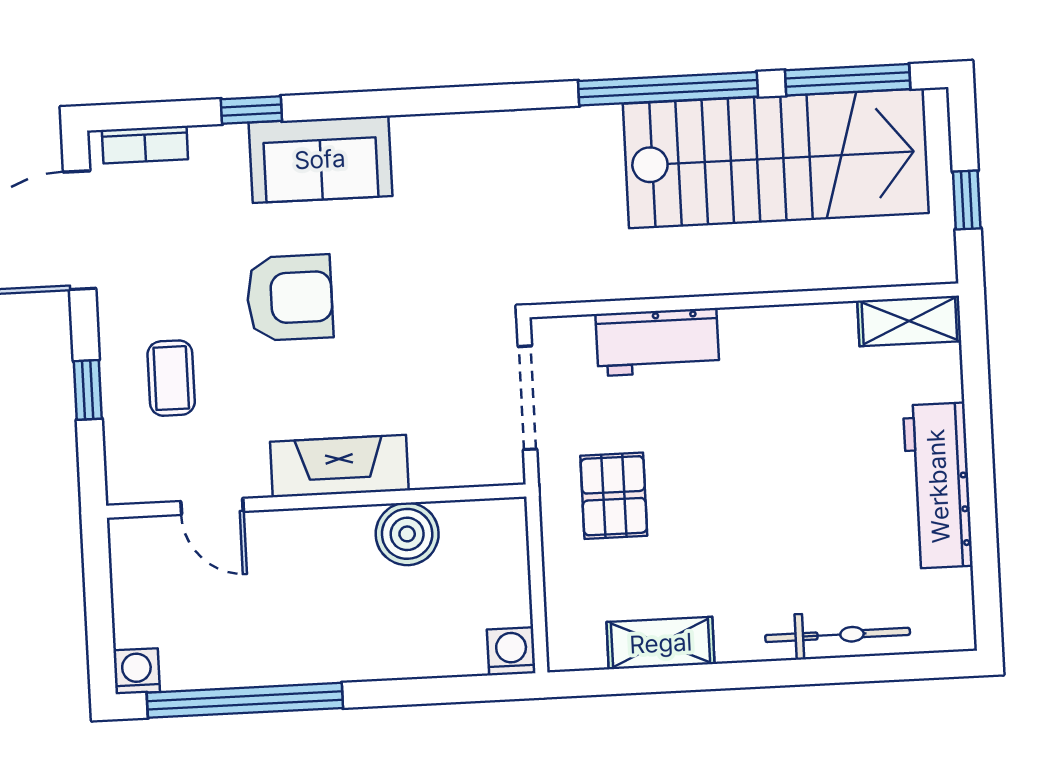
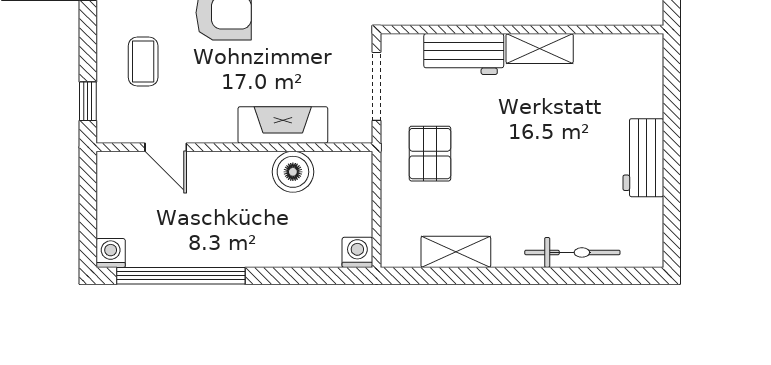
shelving: (909, 321) -> (540, 49), moved
window: (88, 390) -> (88, 101), moved
fireplace: (339, 466) -> (283, 125), moved
workbench: (938, 486) -> (643, 158), width x0.73

